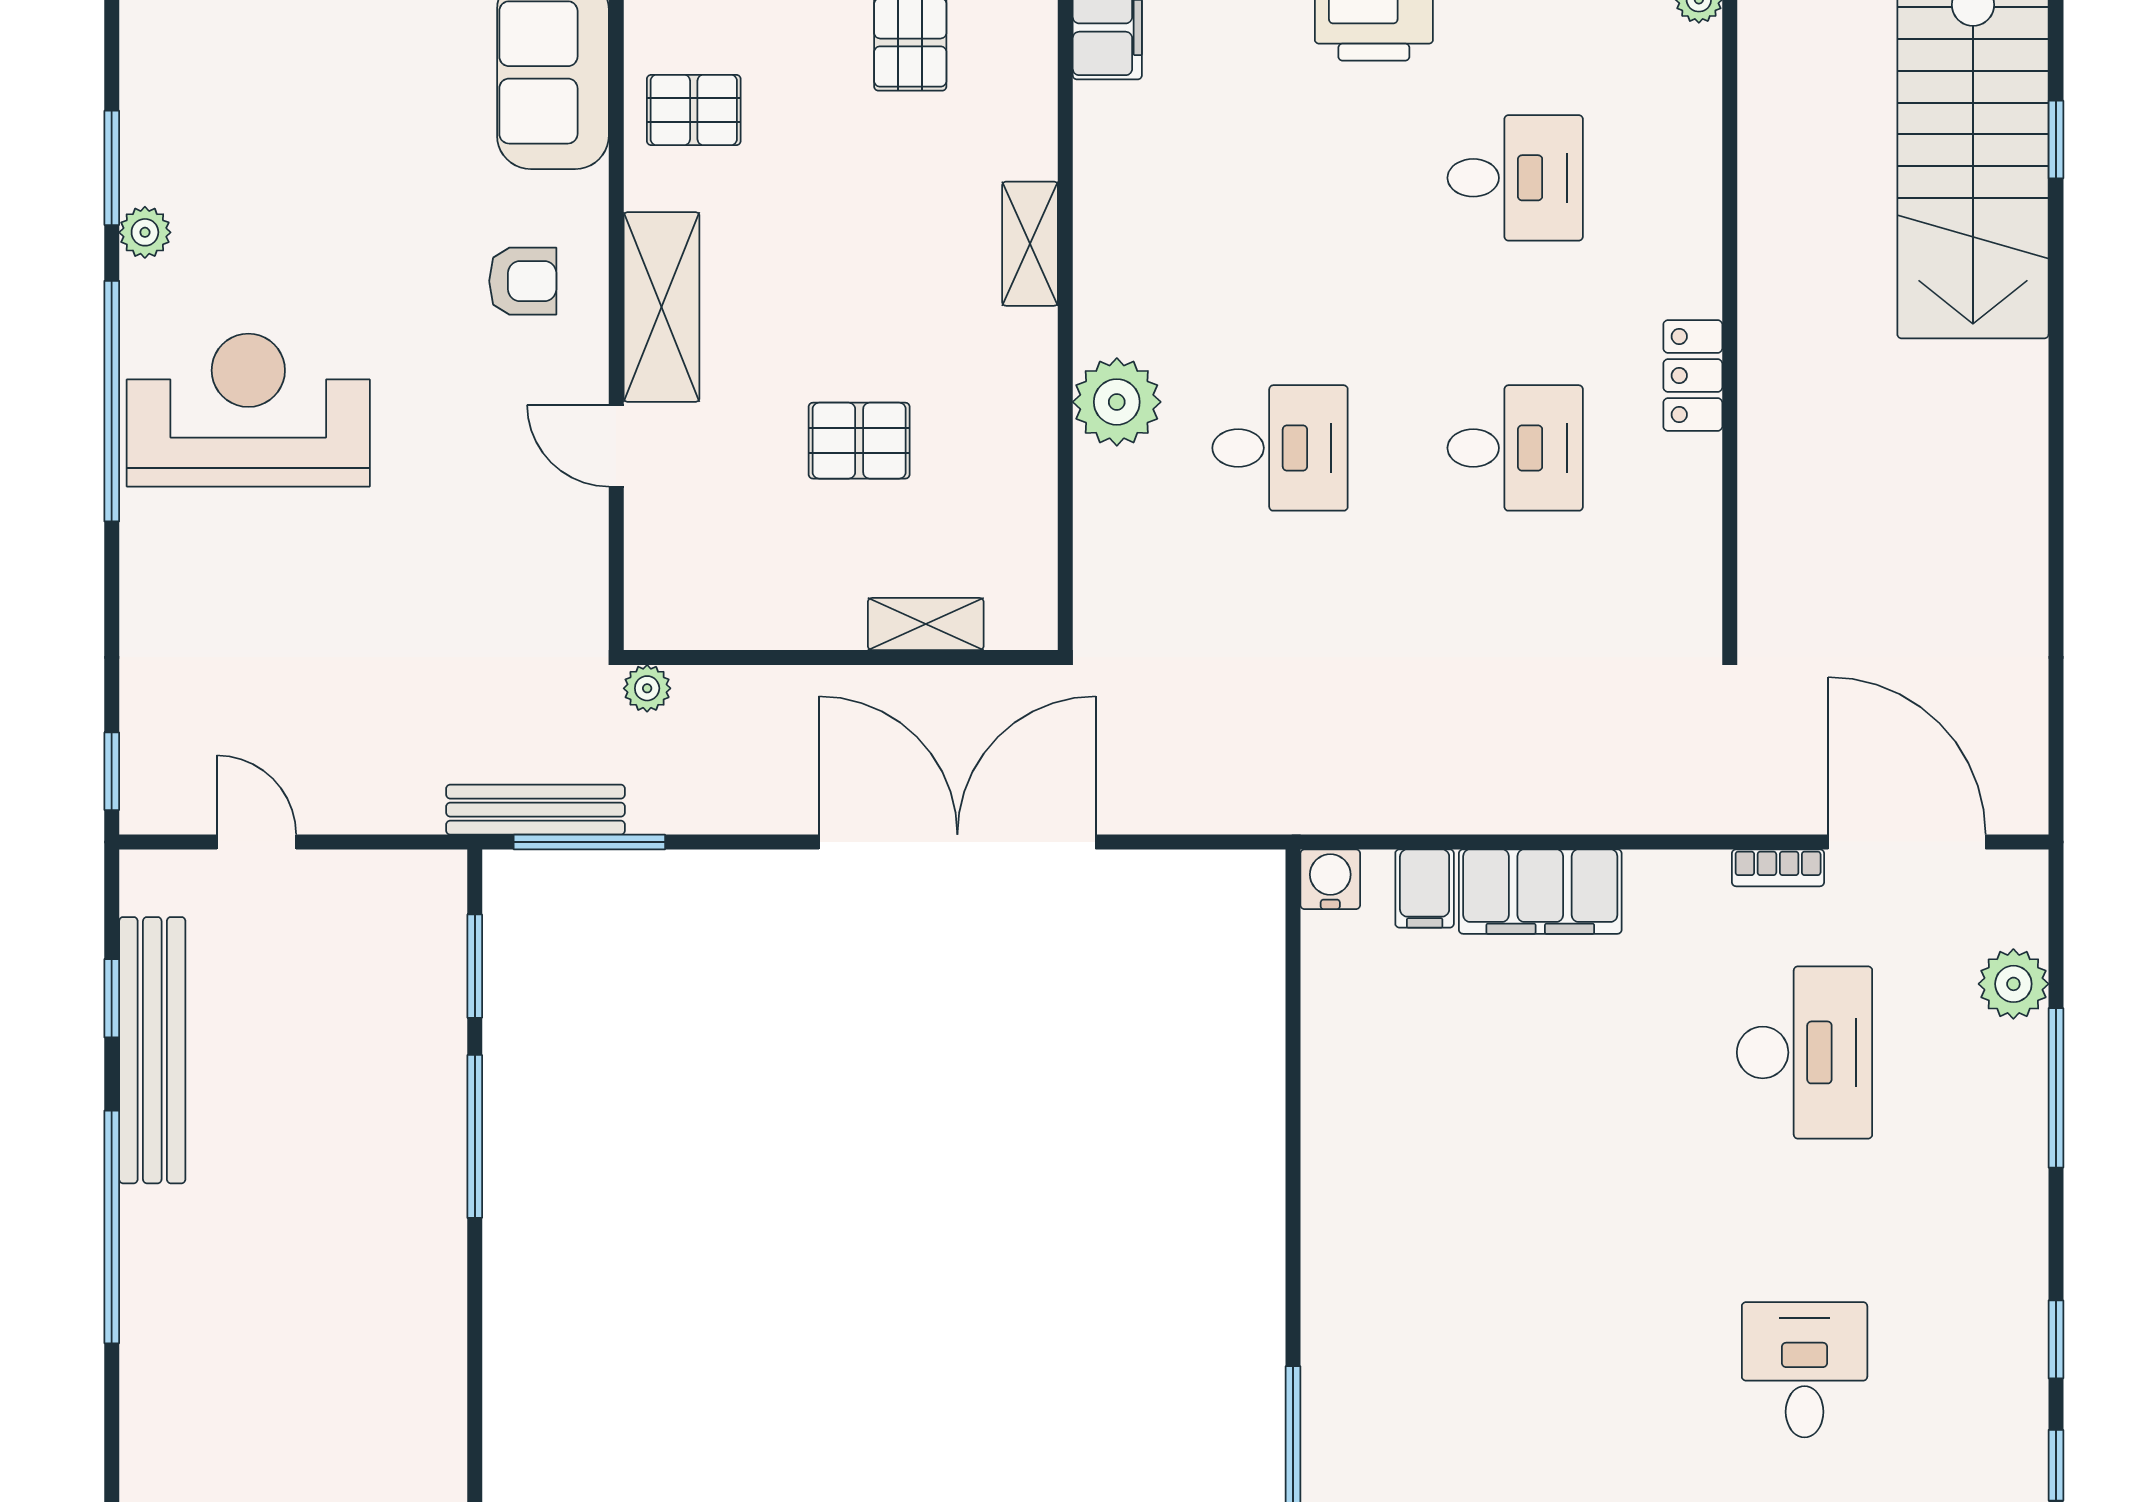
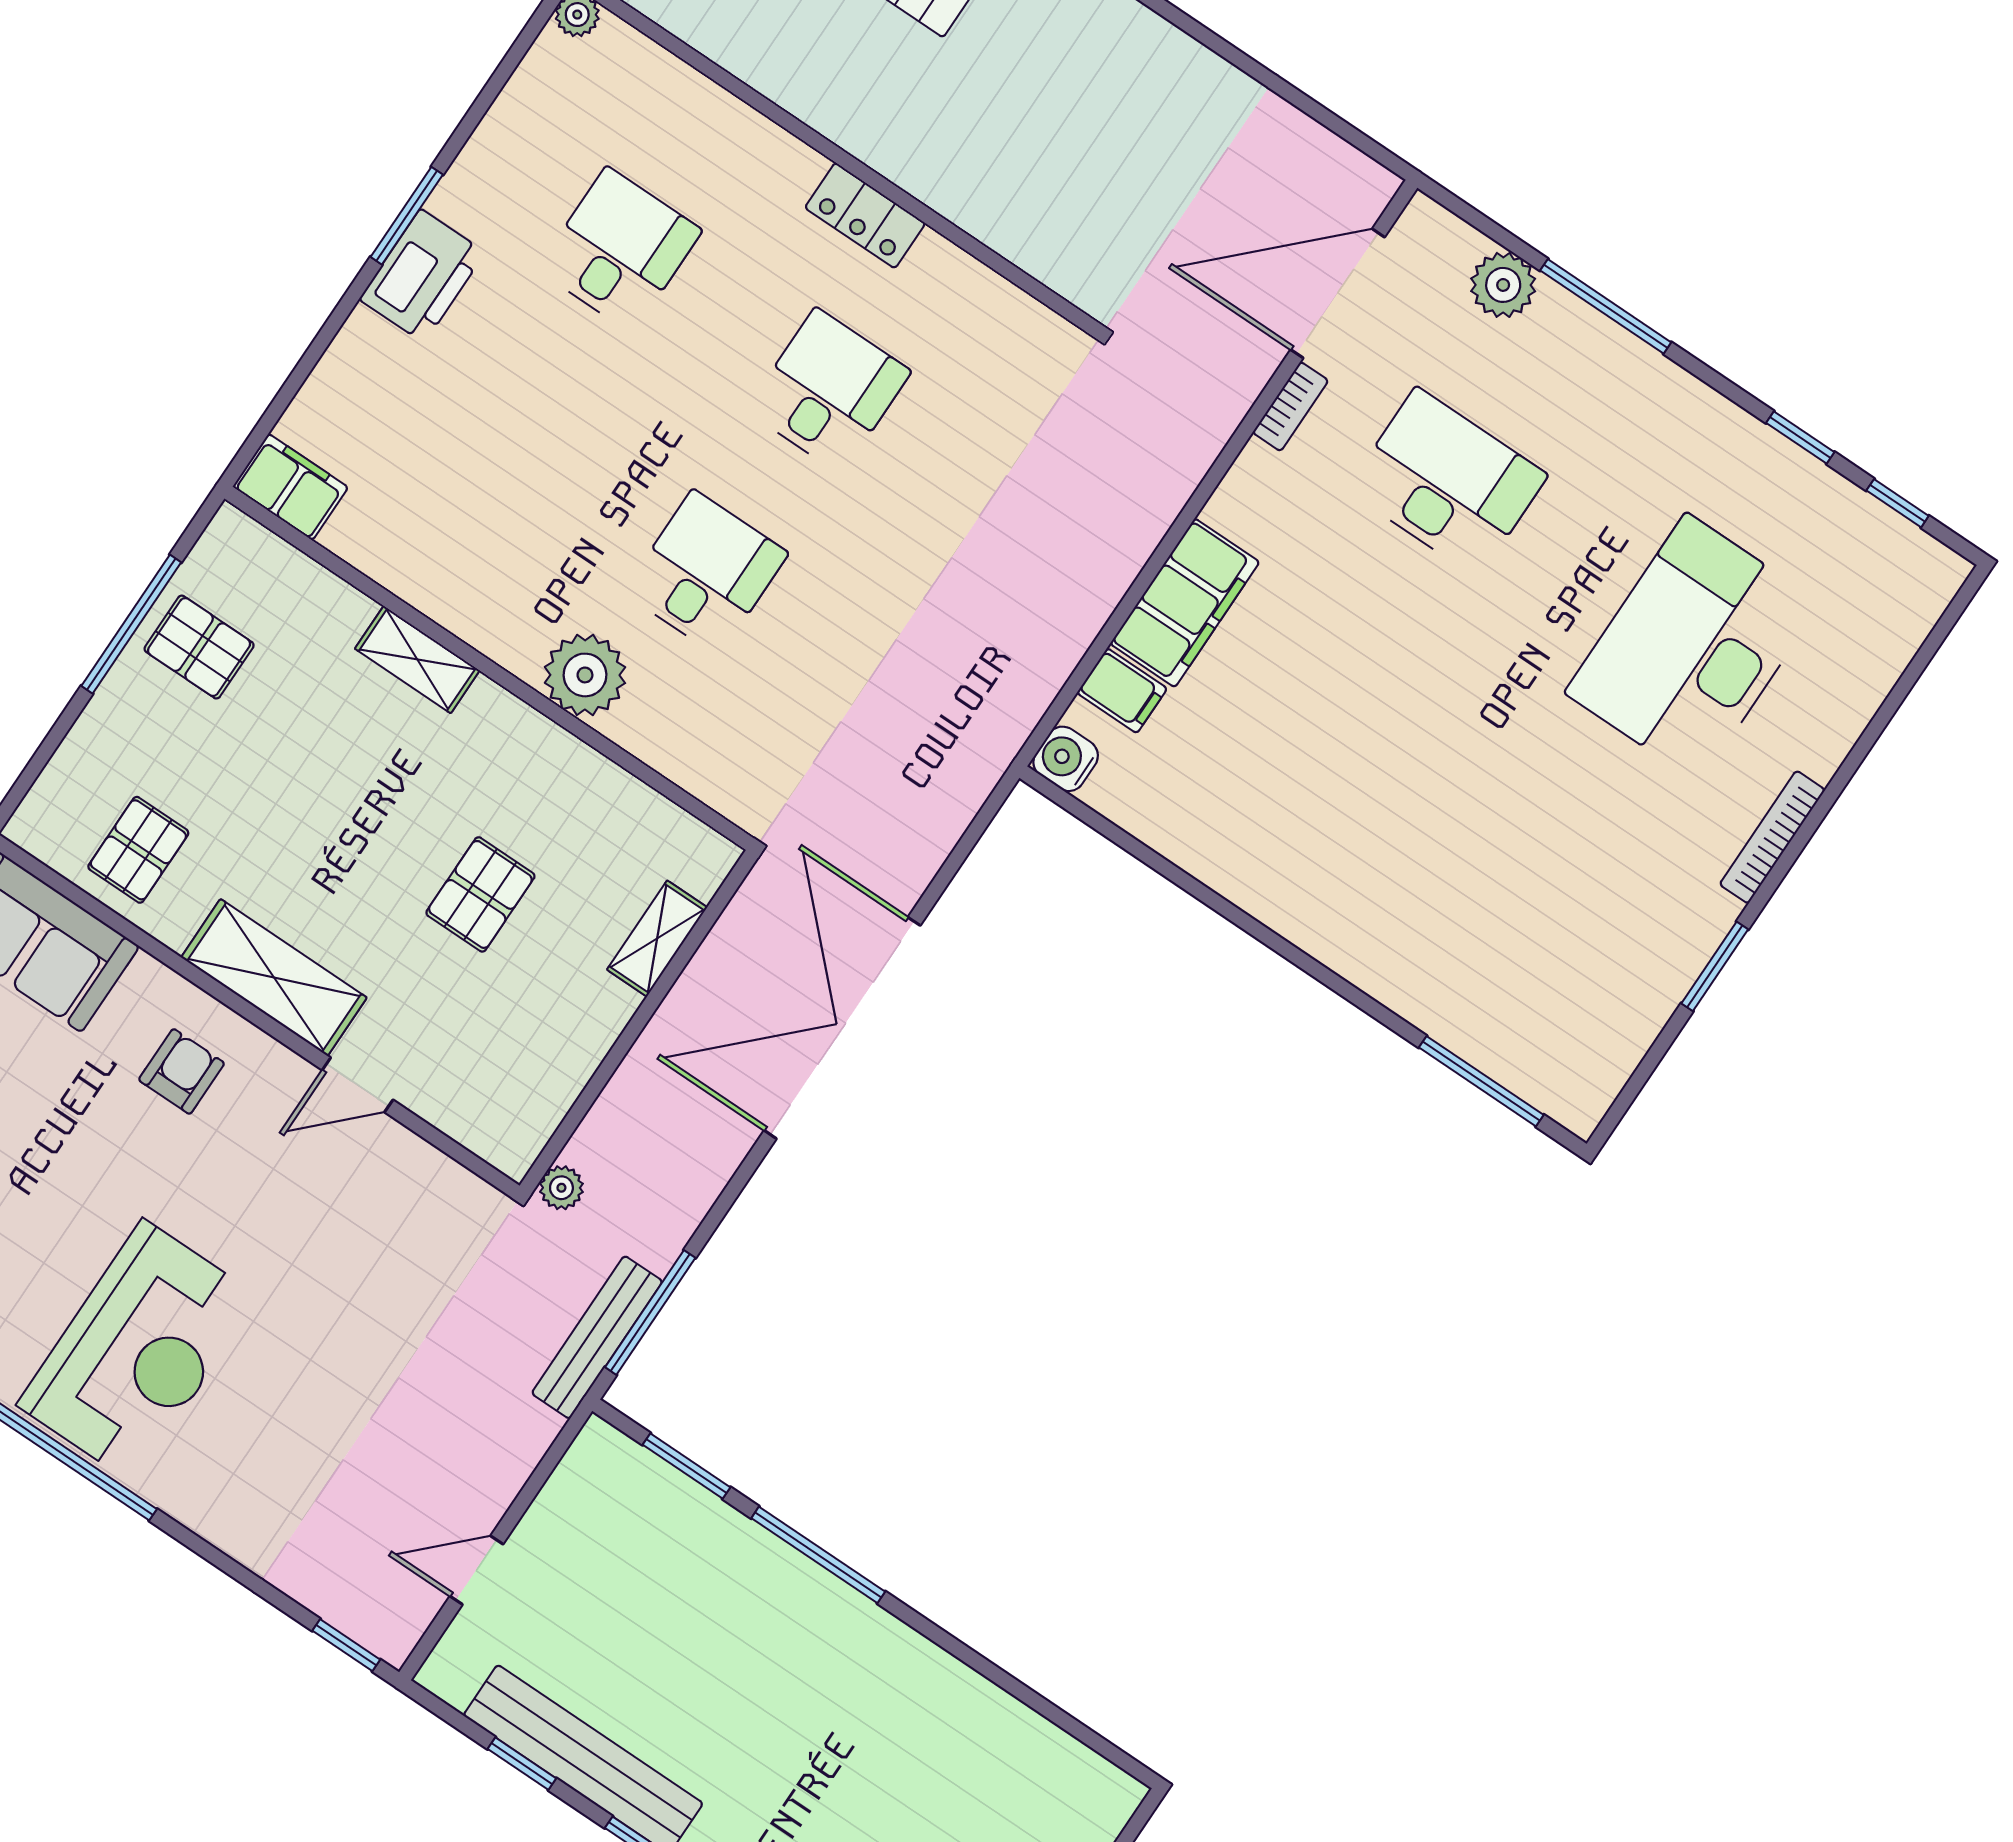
reception desk: (248, 410) -> (138, 1351), turned 180
desk: (1805, 1370) -> (1693, 648), width x1.87, depth x1.30

